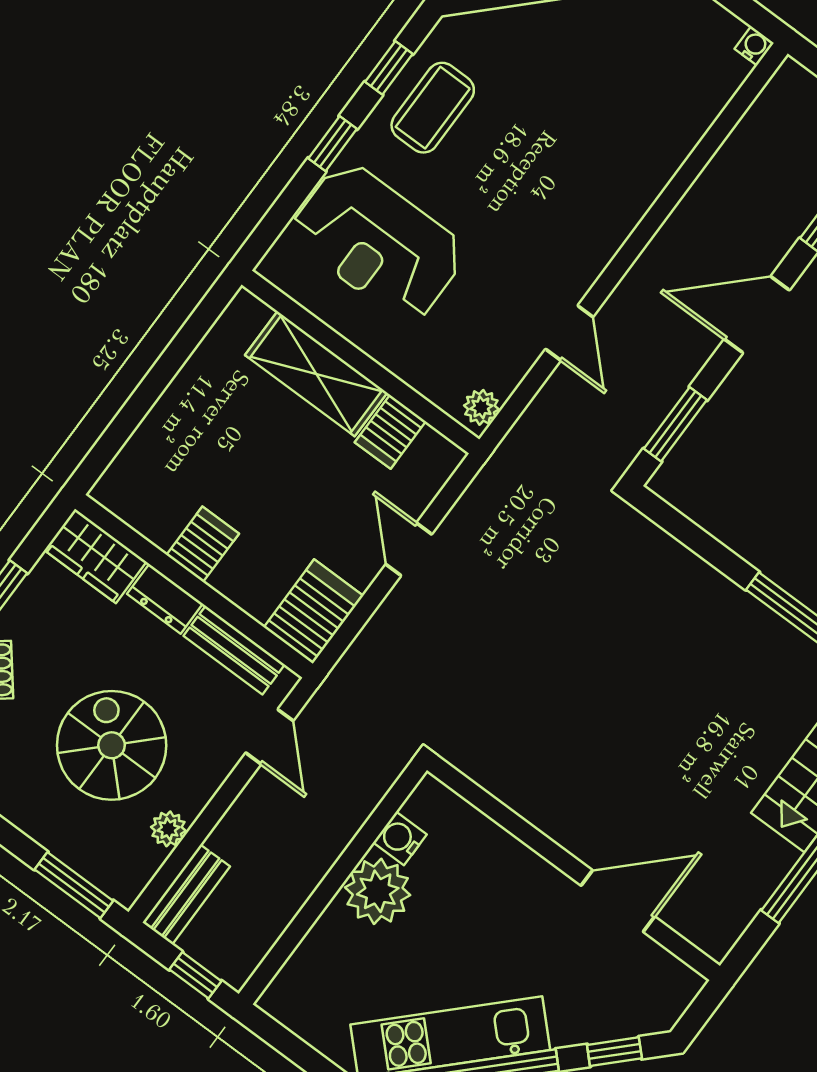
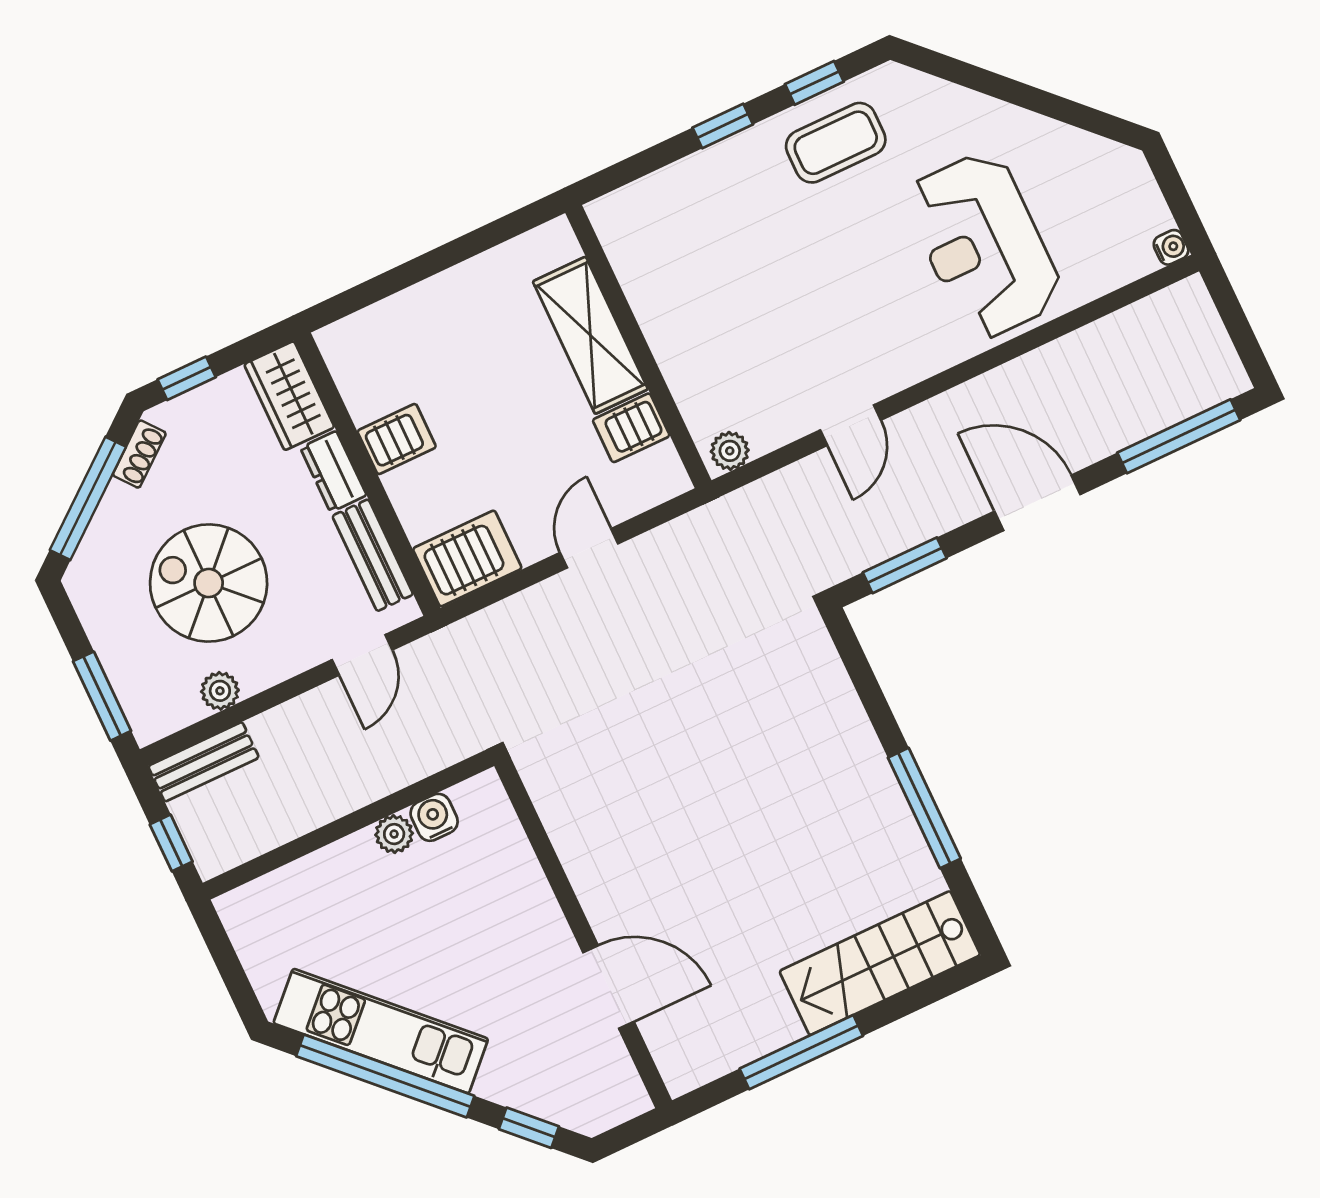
reception desk: (378, 242) -> (984, 246), moved
spiral stairs: (112, 745) -> (209, 583), turned -90
plant: (378, 891) -> (394, 834), width x0.53, depth x0.53

